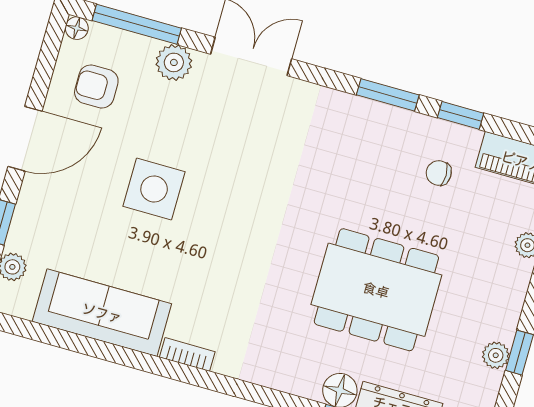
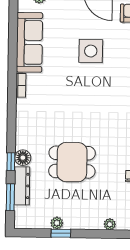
dining table: (376, 290) -> (72, 162), width x0.73

